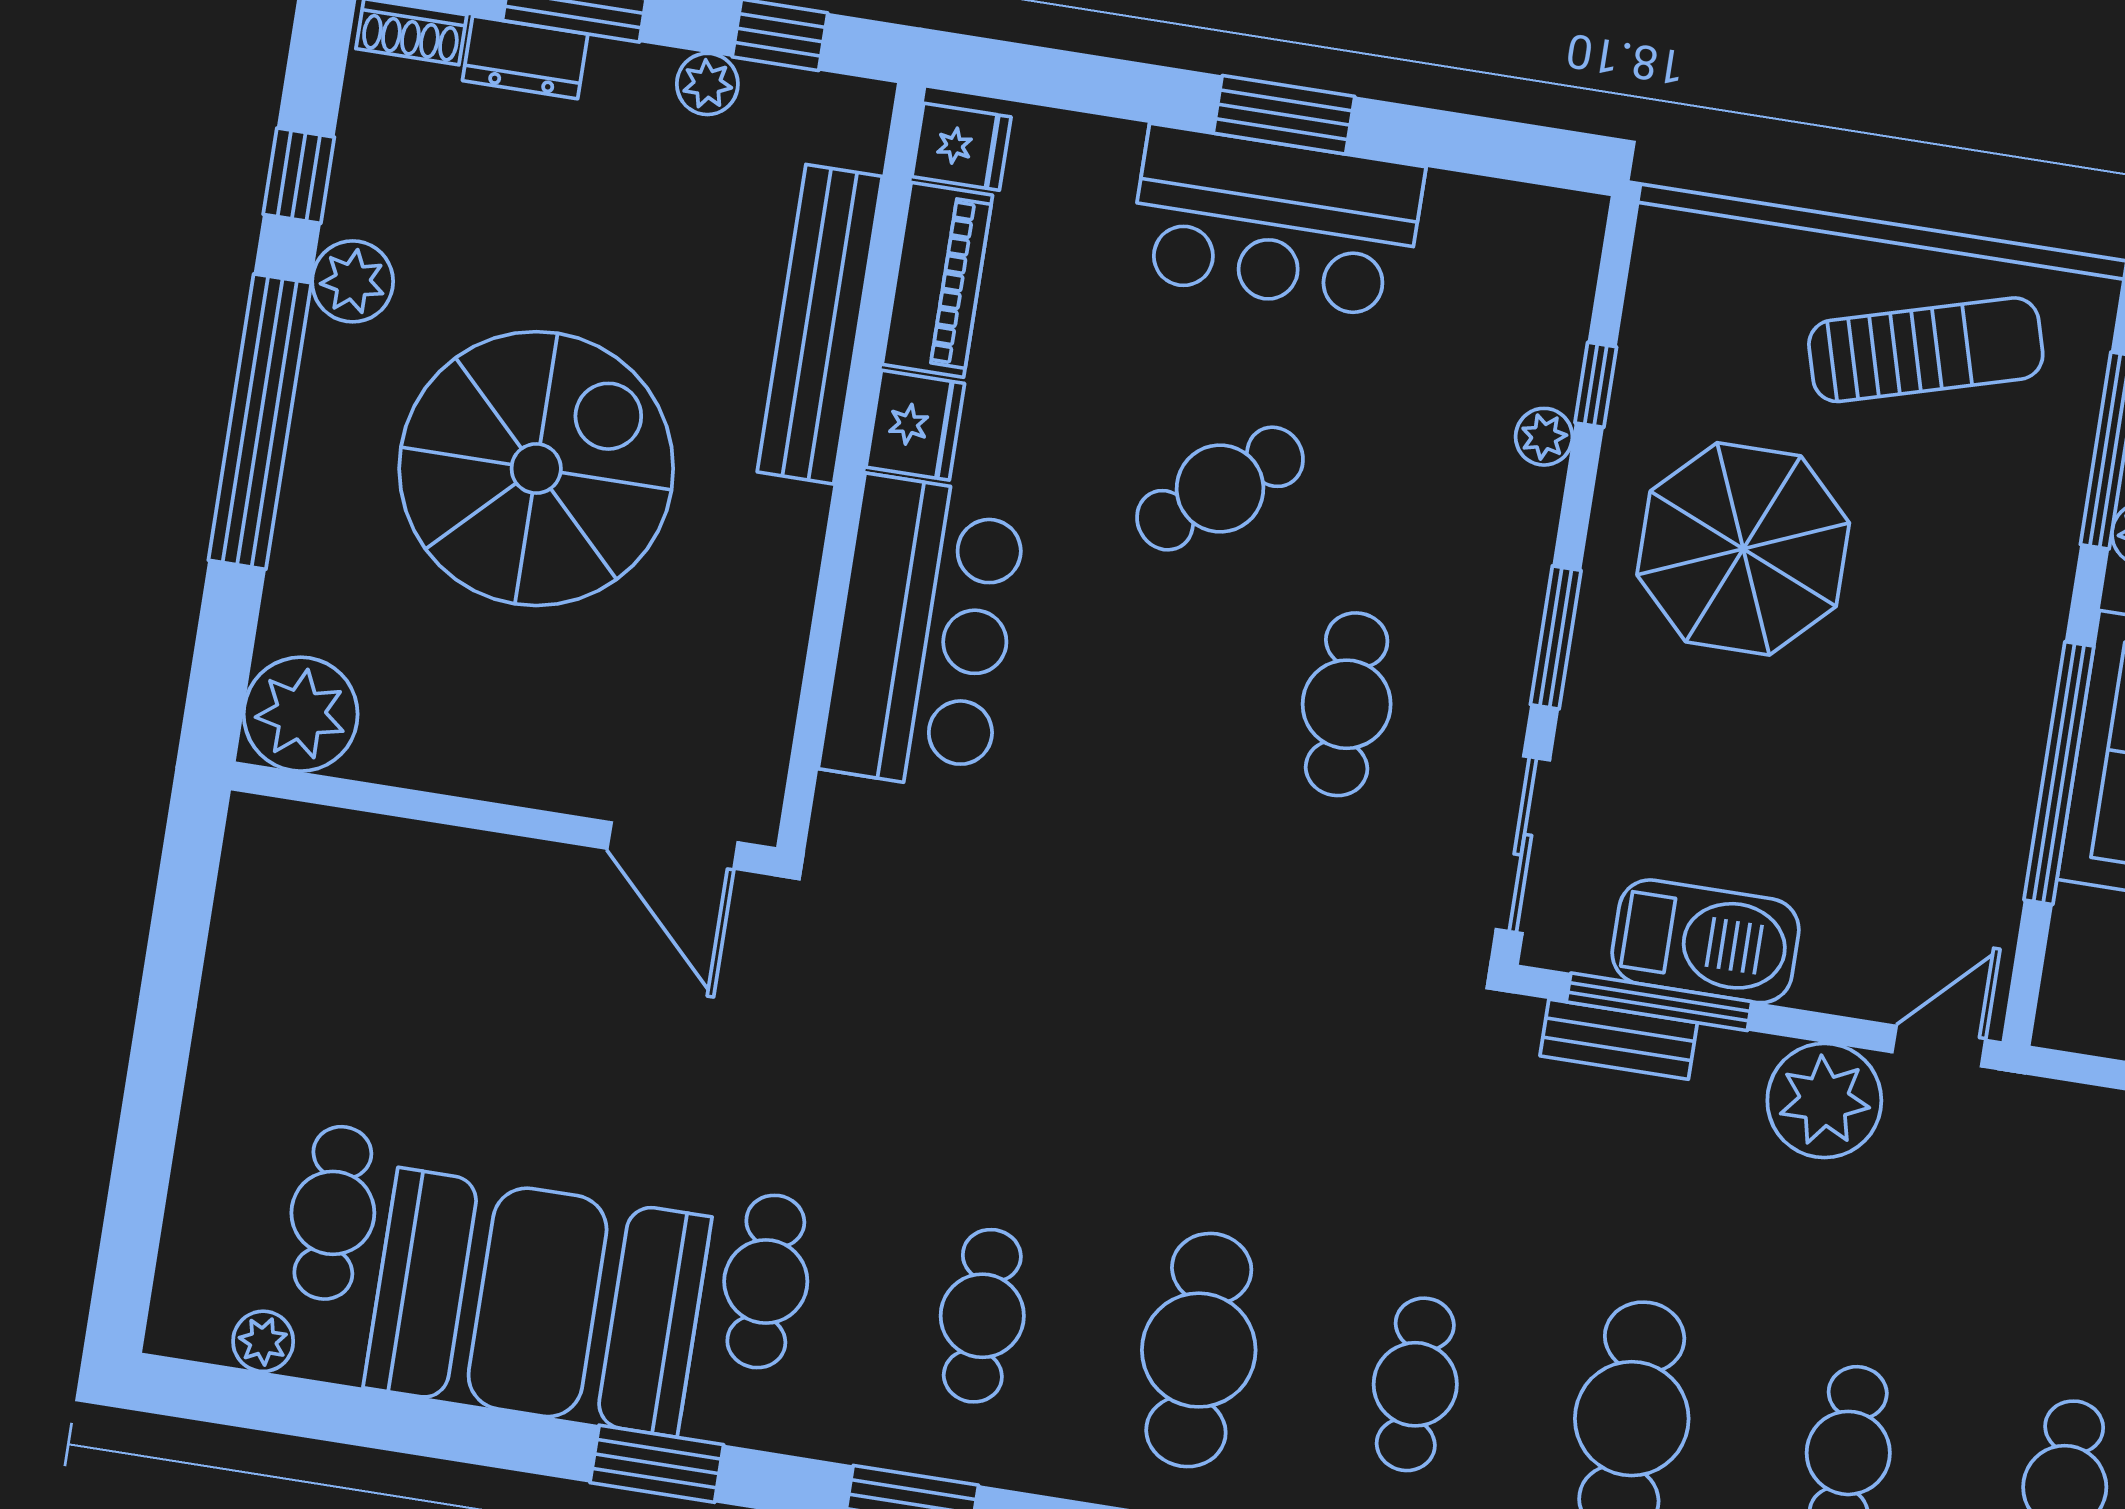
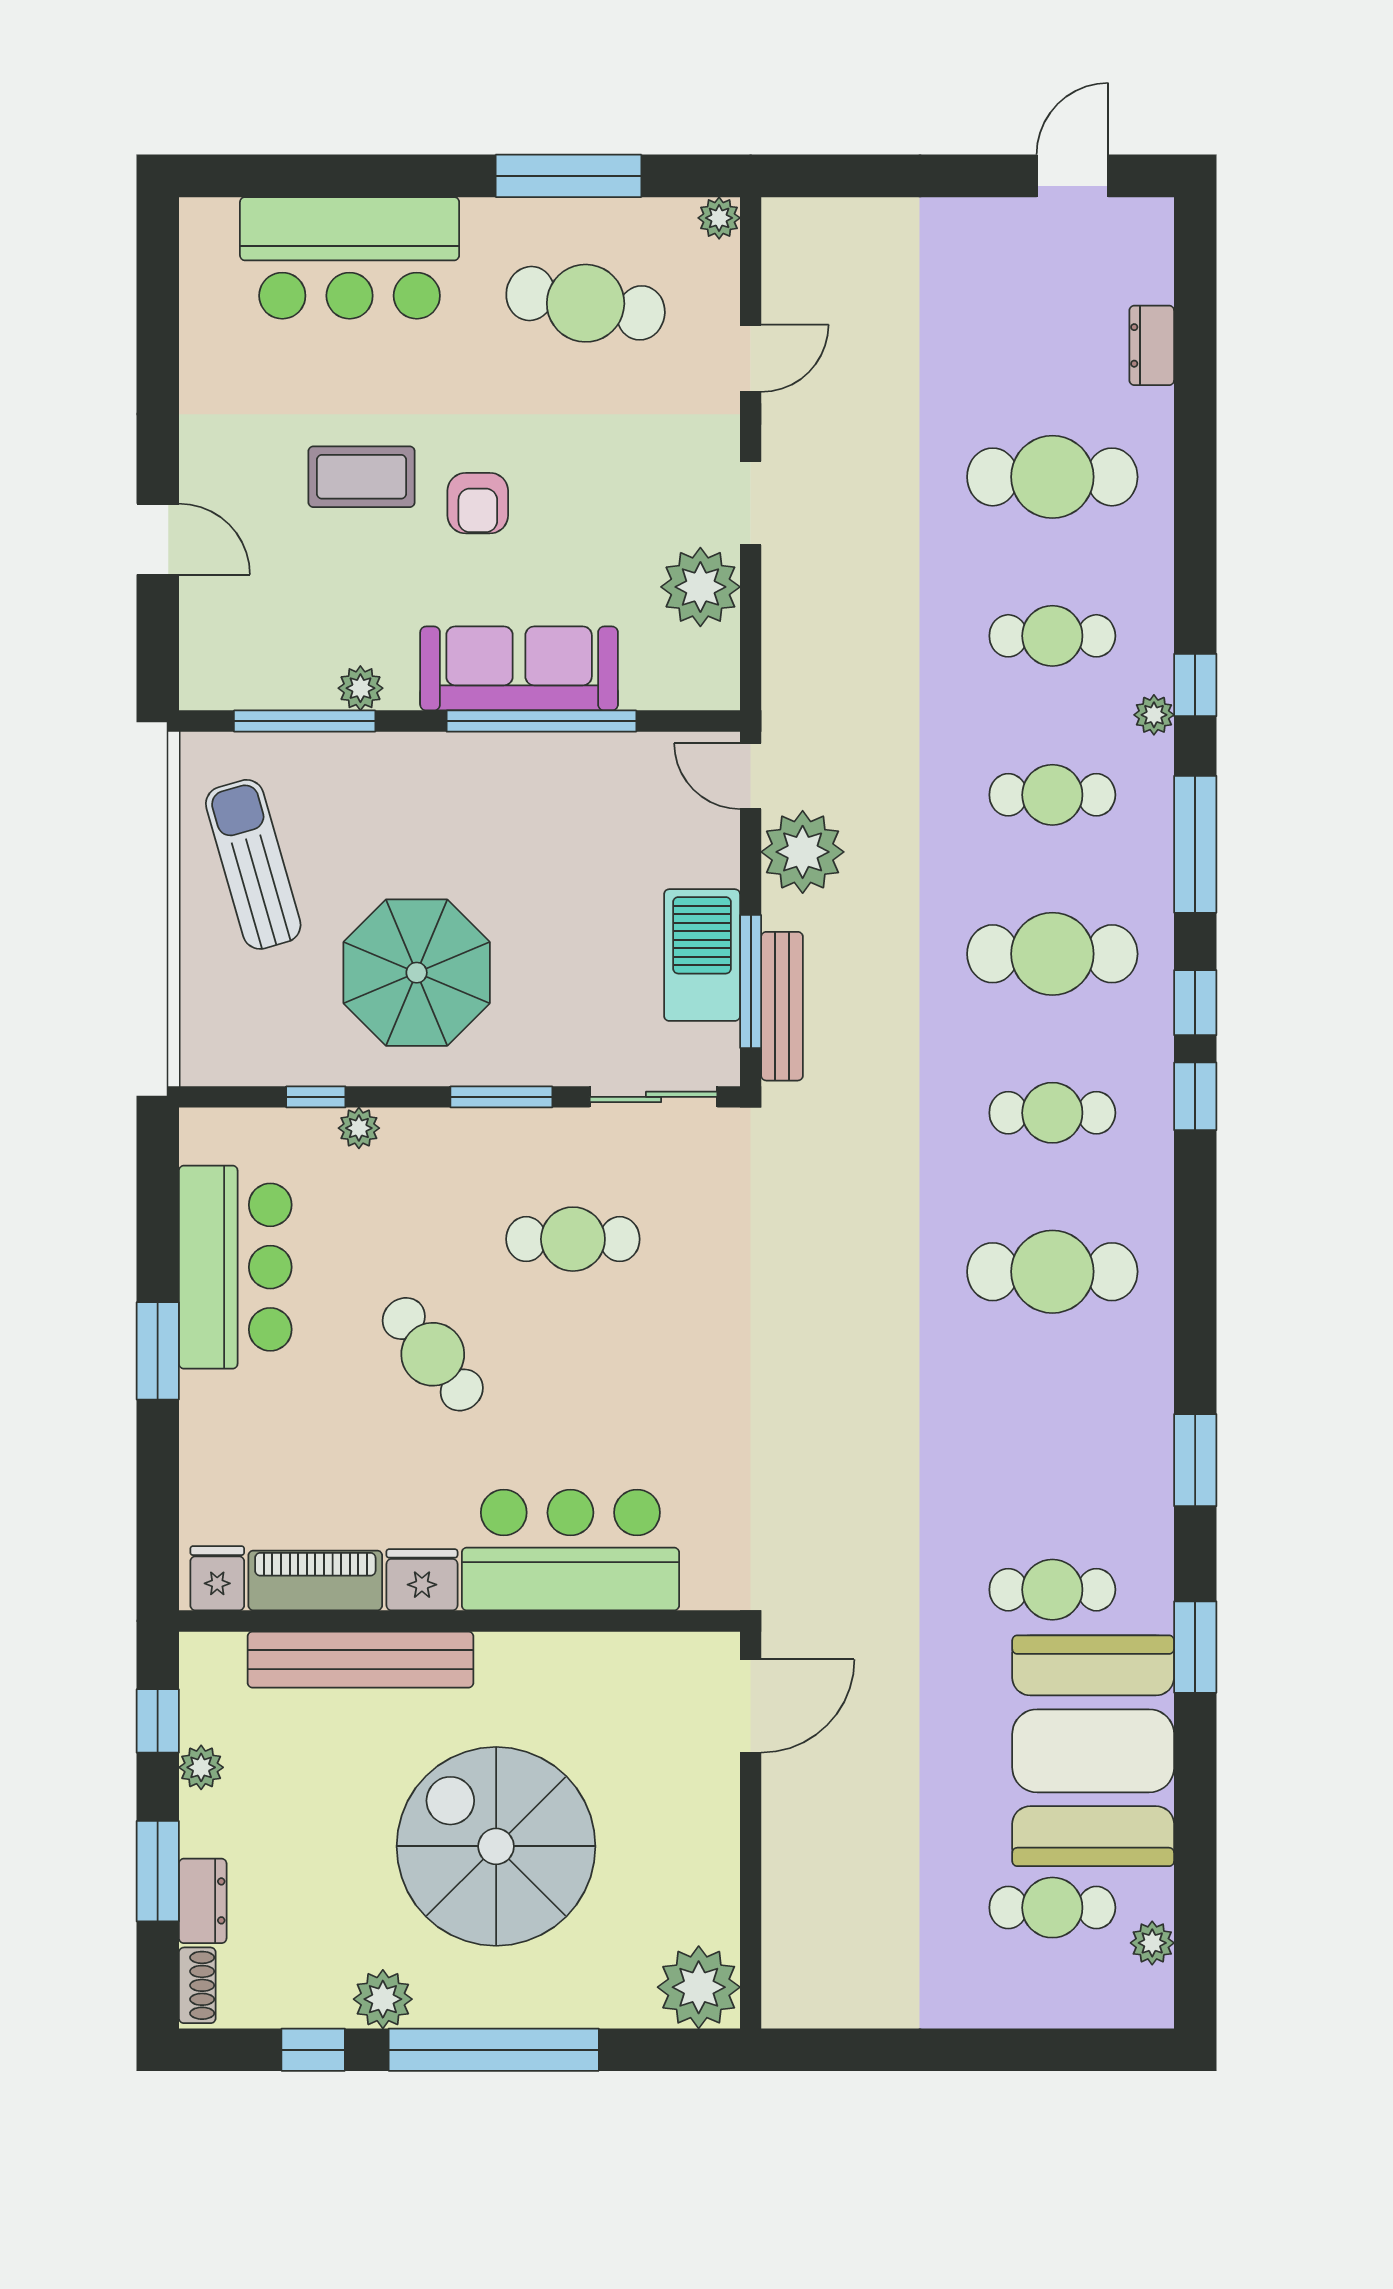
bar counter: (1276, 222) -> (235, 1267), moved
bench: (1619, 1039) -> (782, 1006), width x1.36
cafe table: (982, 1316) -> (1052, 1431), removed

